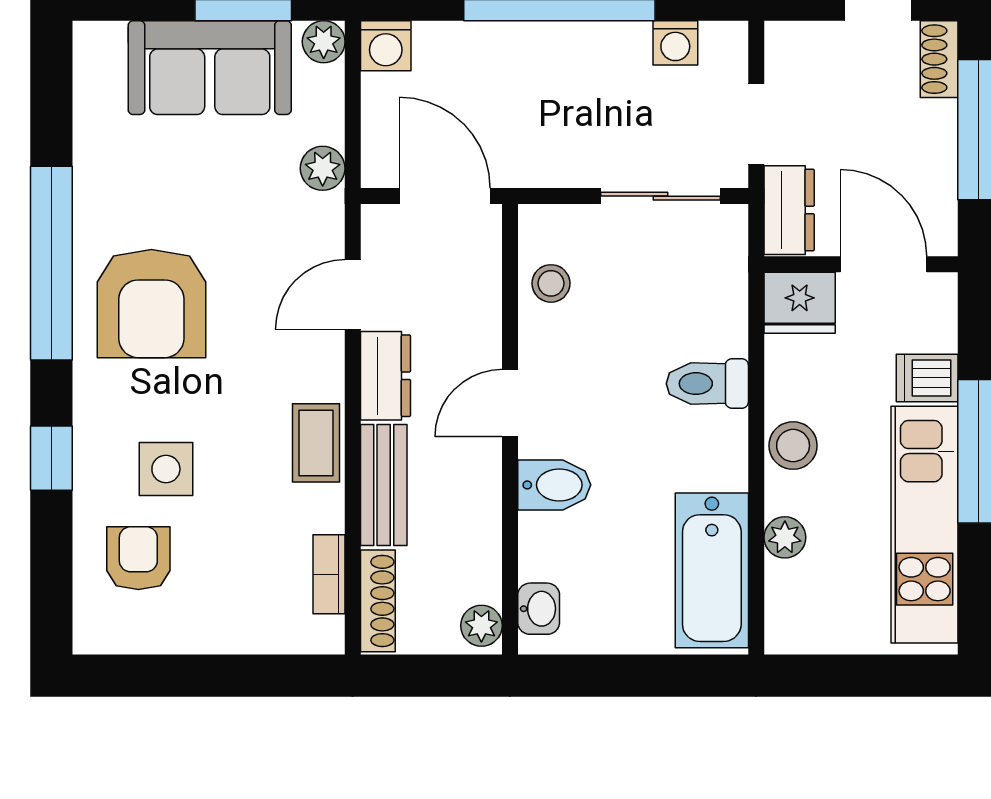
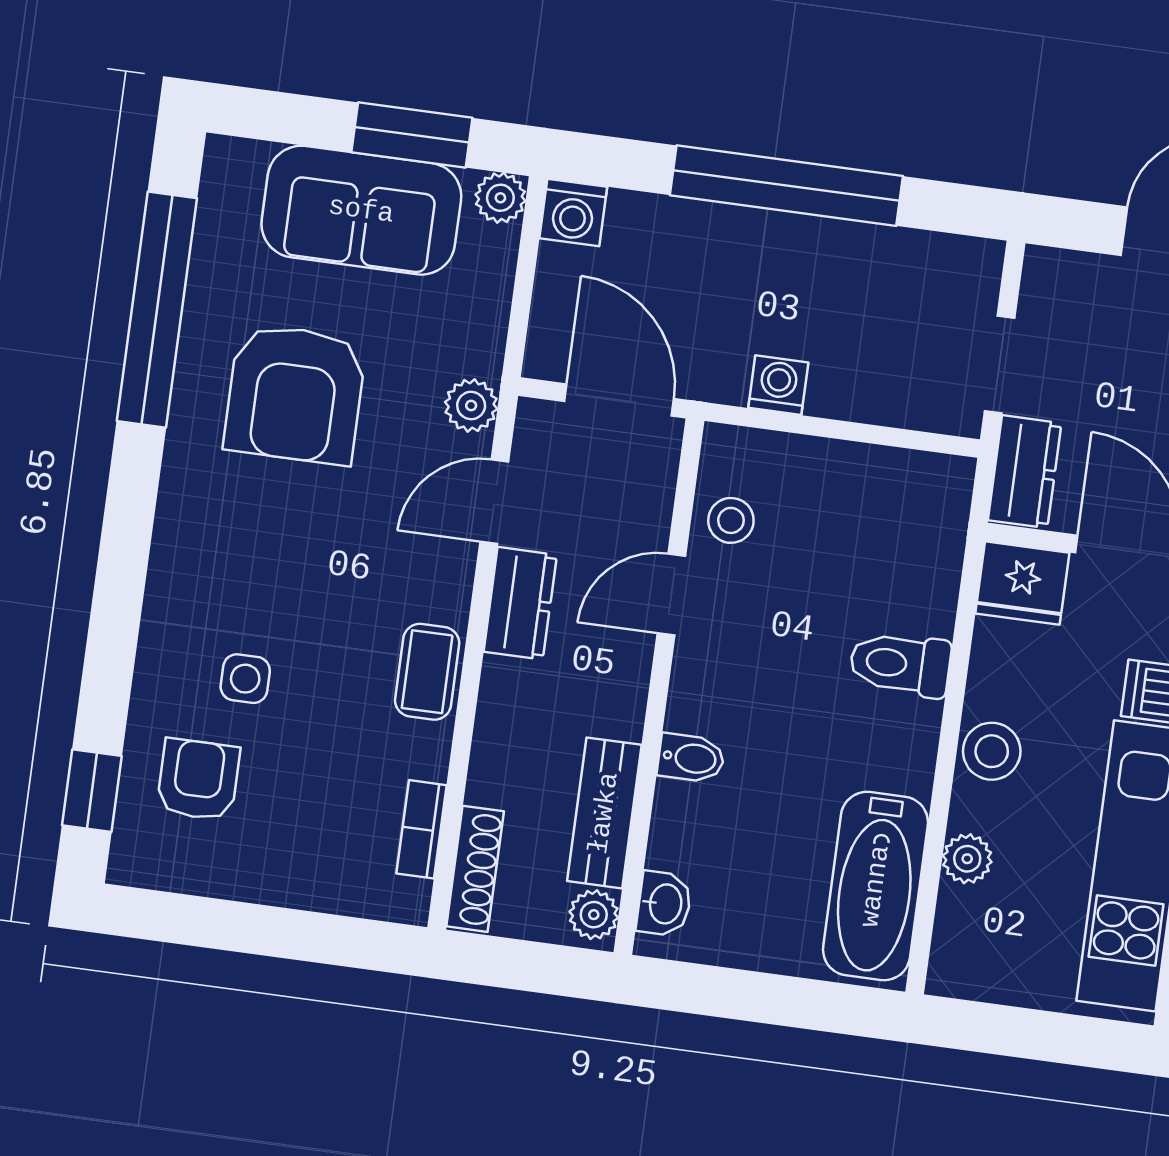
washing machine: (675, 43) -> (778, 385), moved, turned 180
plant: (323, 168) -> (471, 406), moved
sliding door: (661, 196) -> (875, 435), removed
window: (51, 263) -> (157, 310), moved
armchair: (151, 304) -> (295, 394), moved
door: (510, 403) -> (671, 595), moved
window: (51, 458) -> (92, 791), moved
side table: (166, 469) -> (245, 679), width x0.73, depth x0.73
bench: (384, 485) -> (604, 813), moved
bidet: (554, 485) -> (691, 758), width x0.72, depth x0.74

